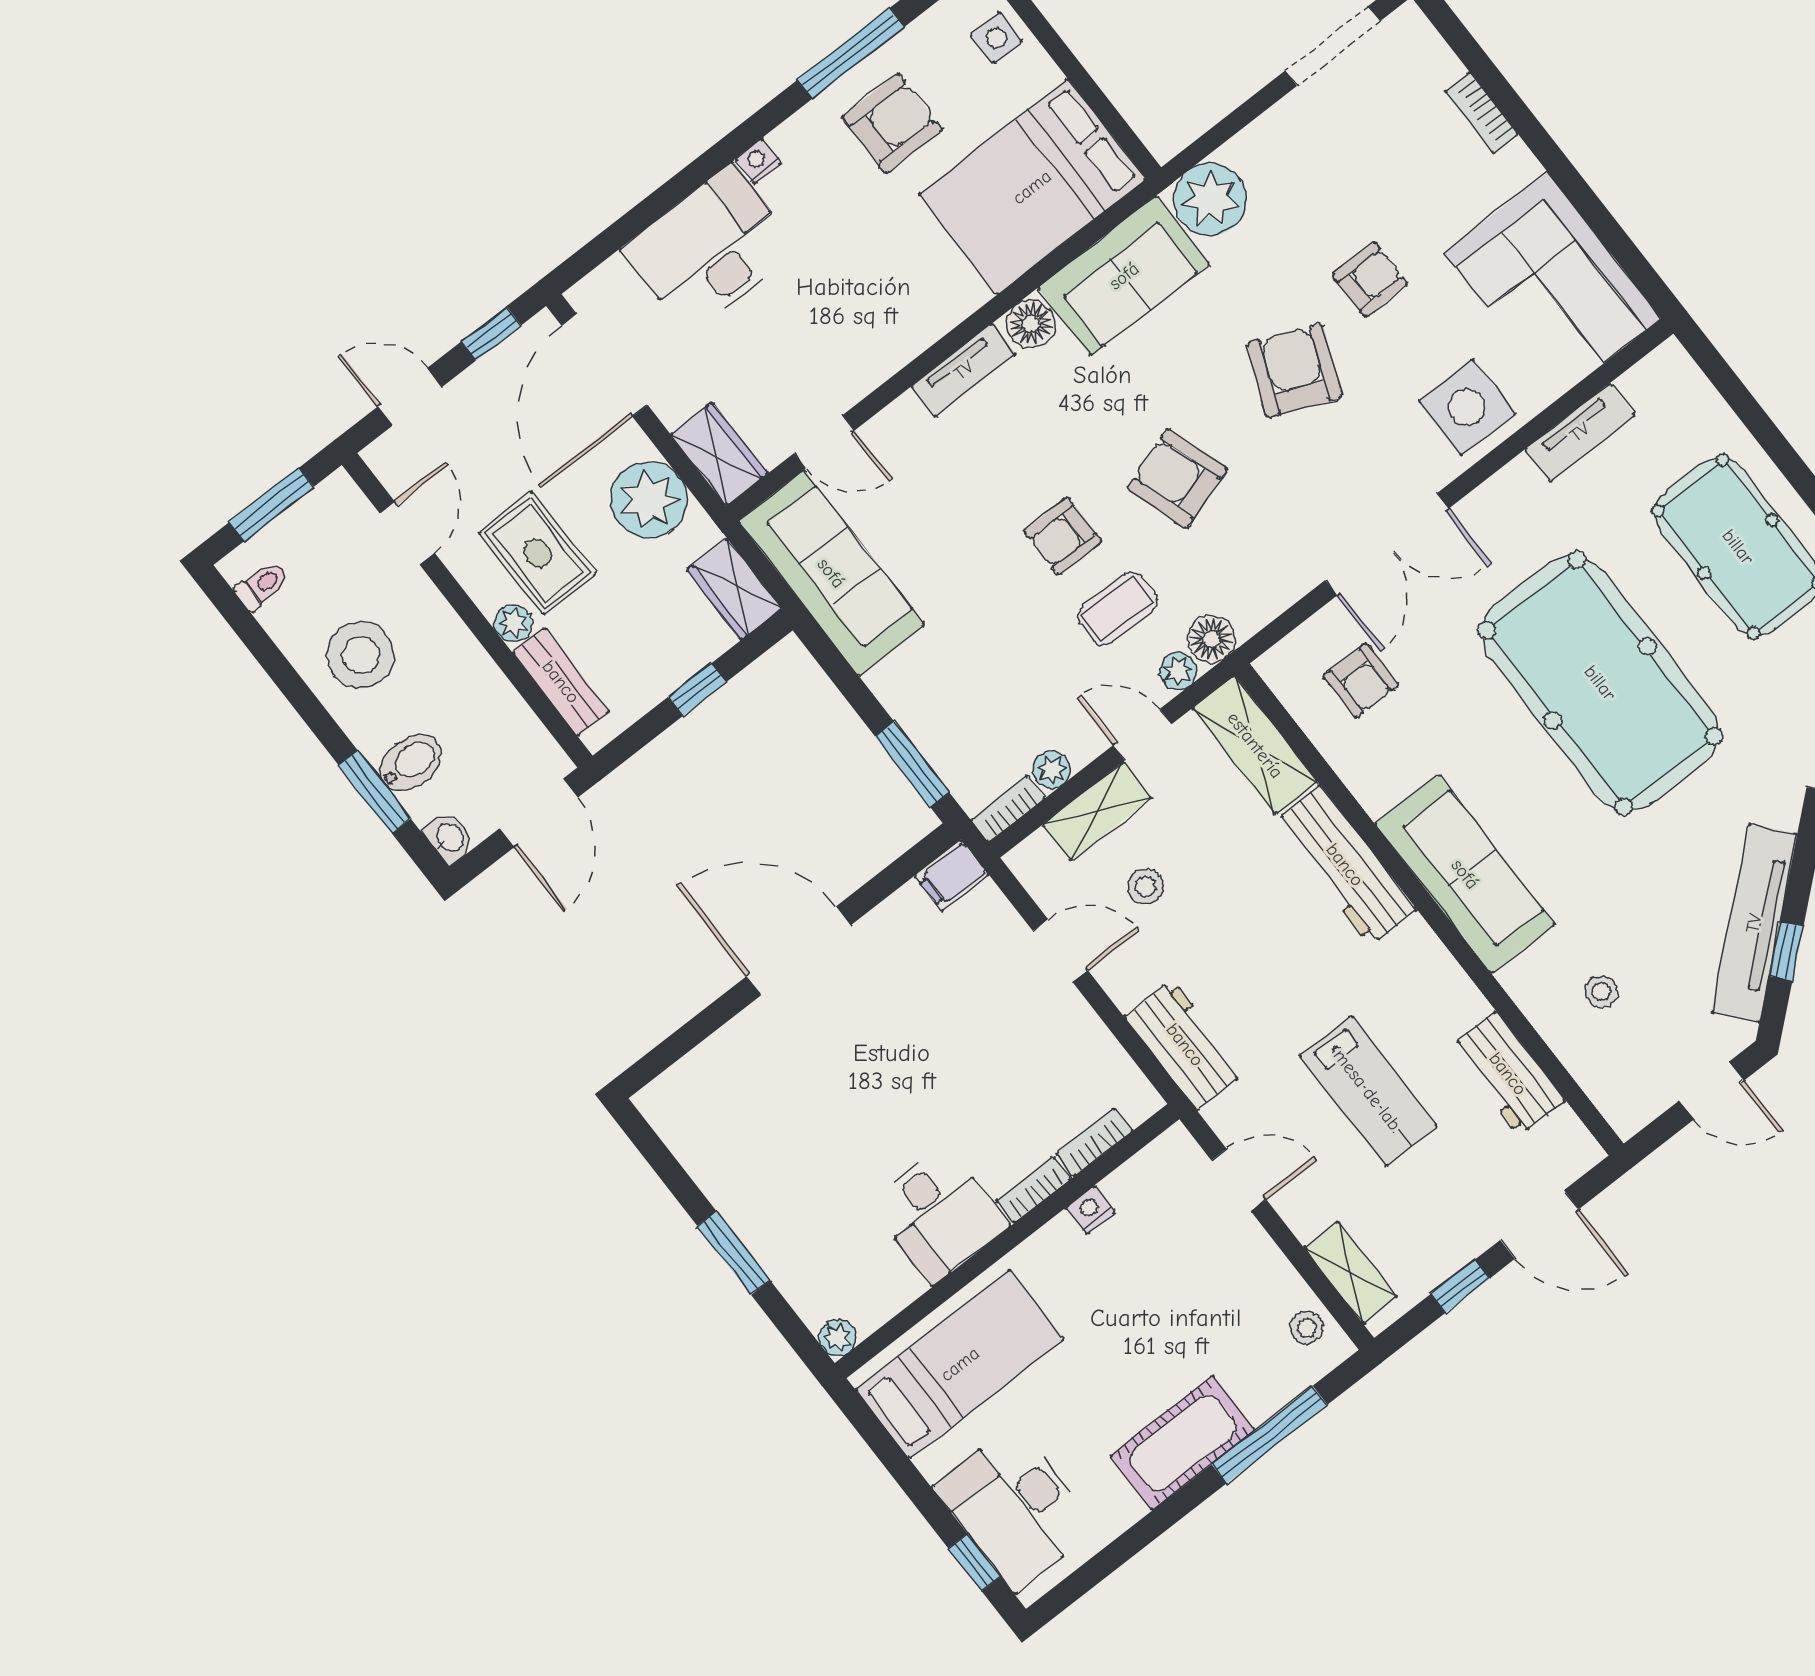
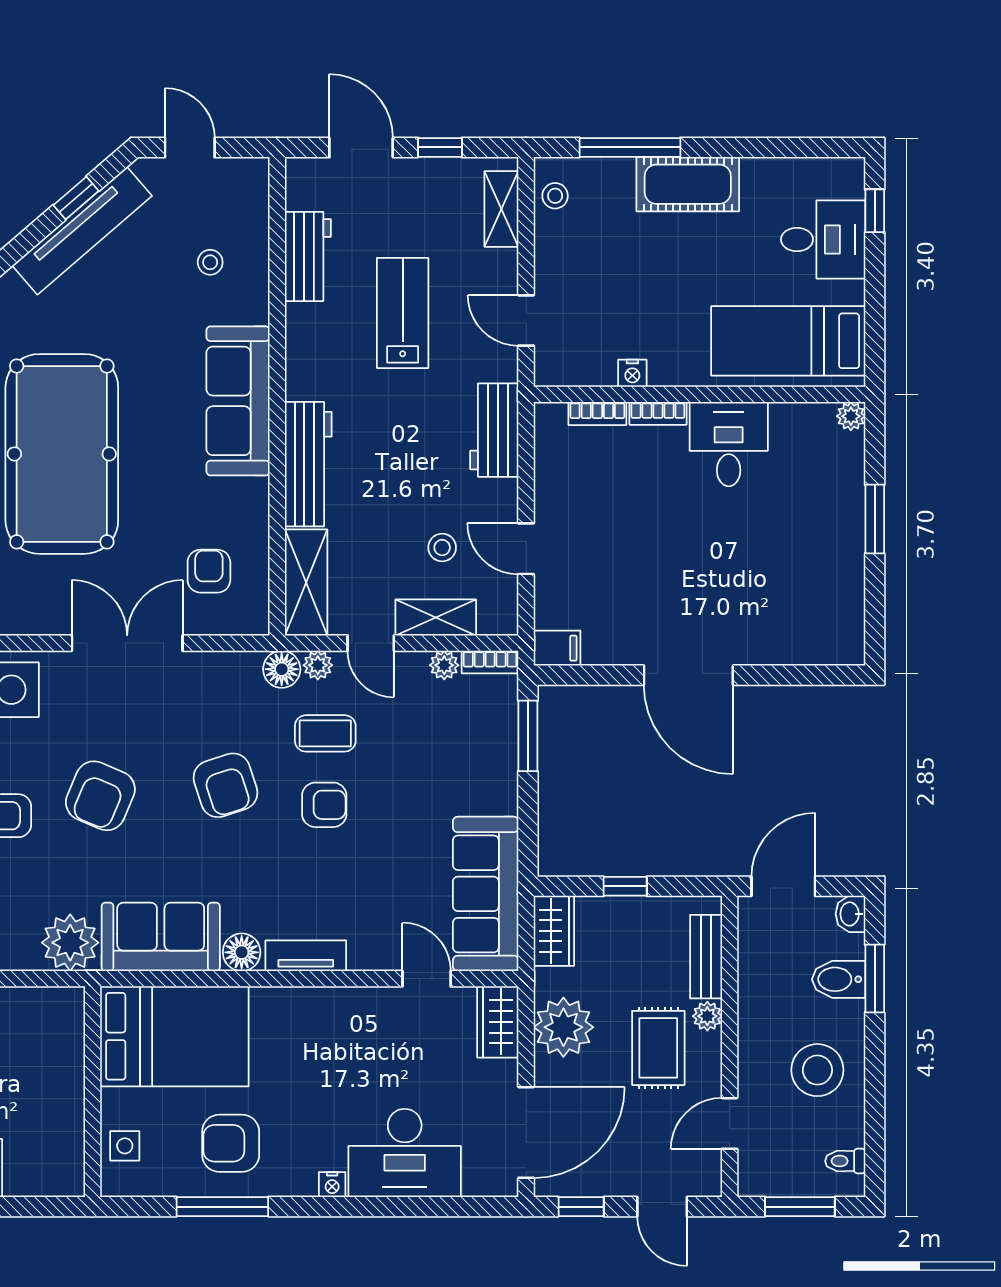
desk: (1015, 1508) -> (823, 240), width x0.73

